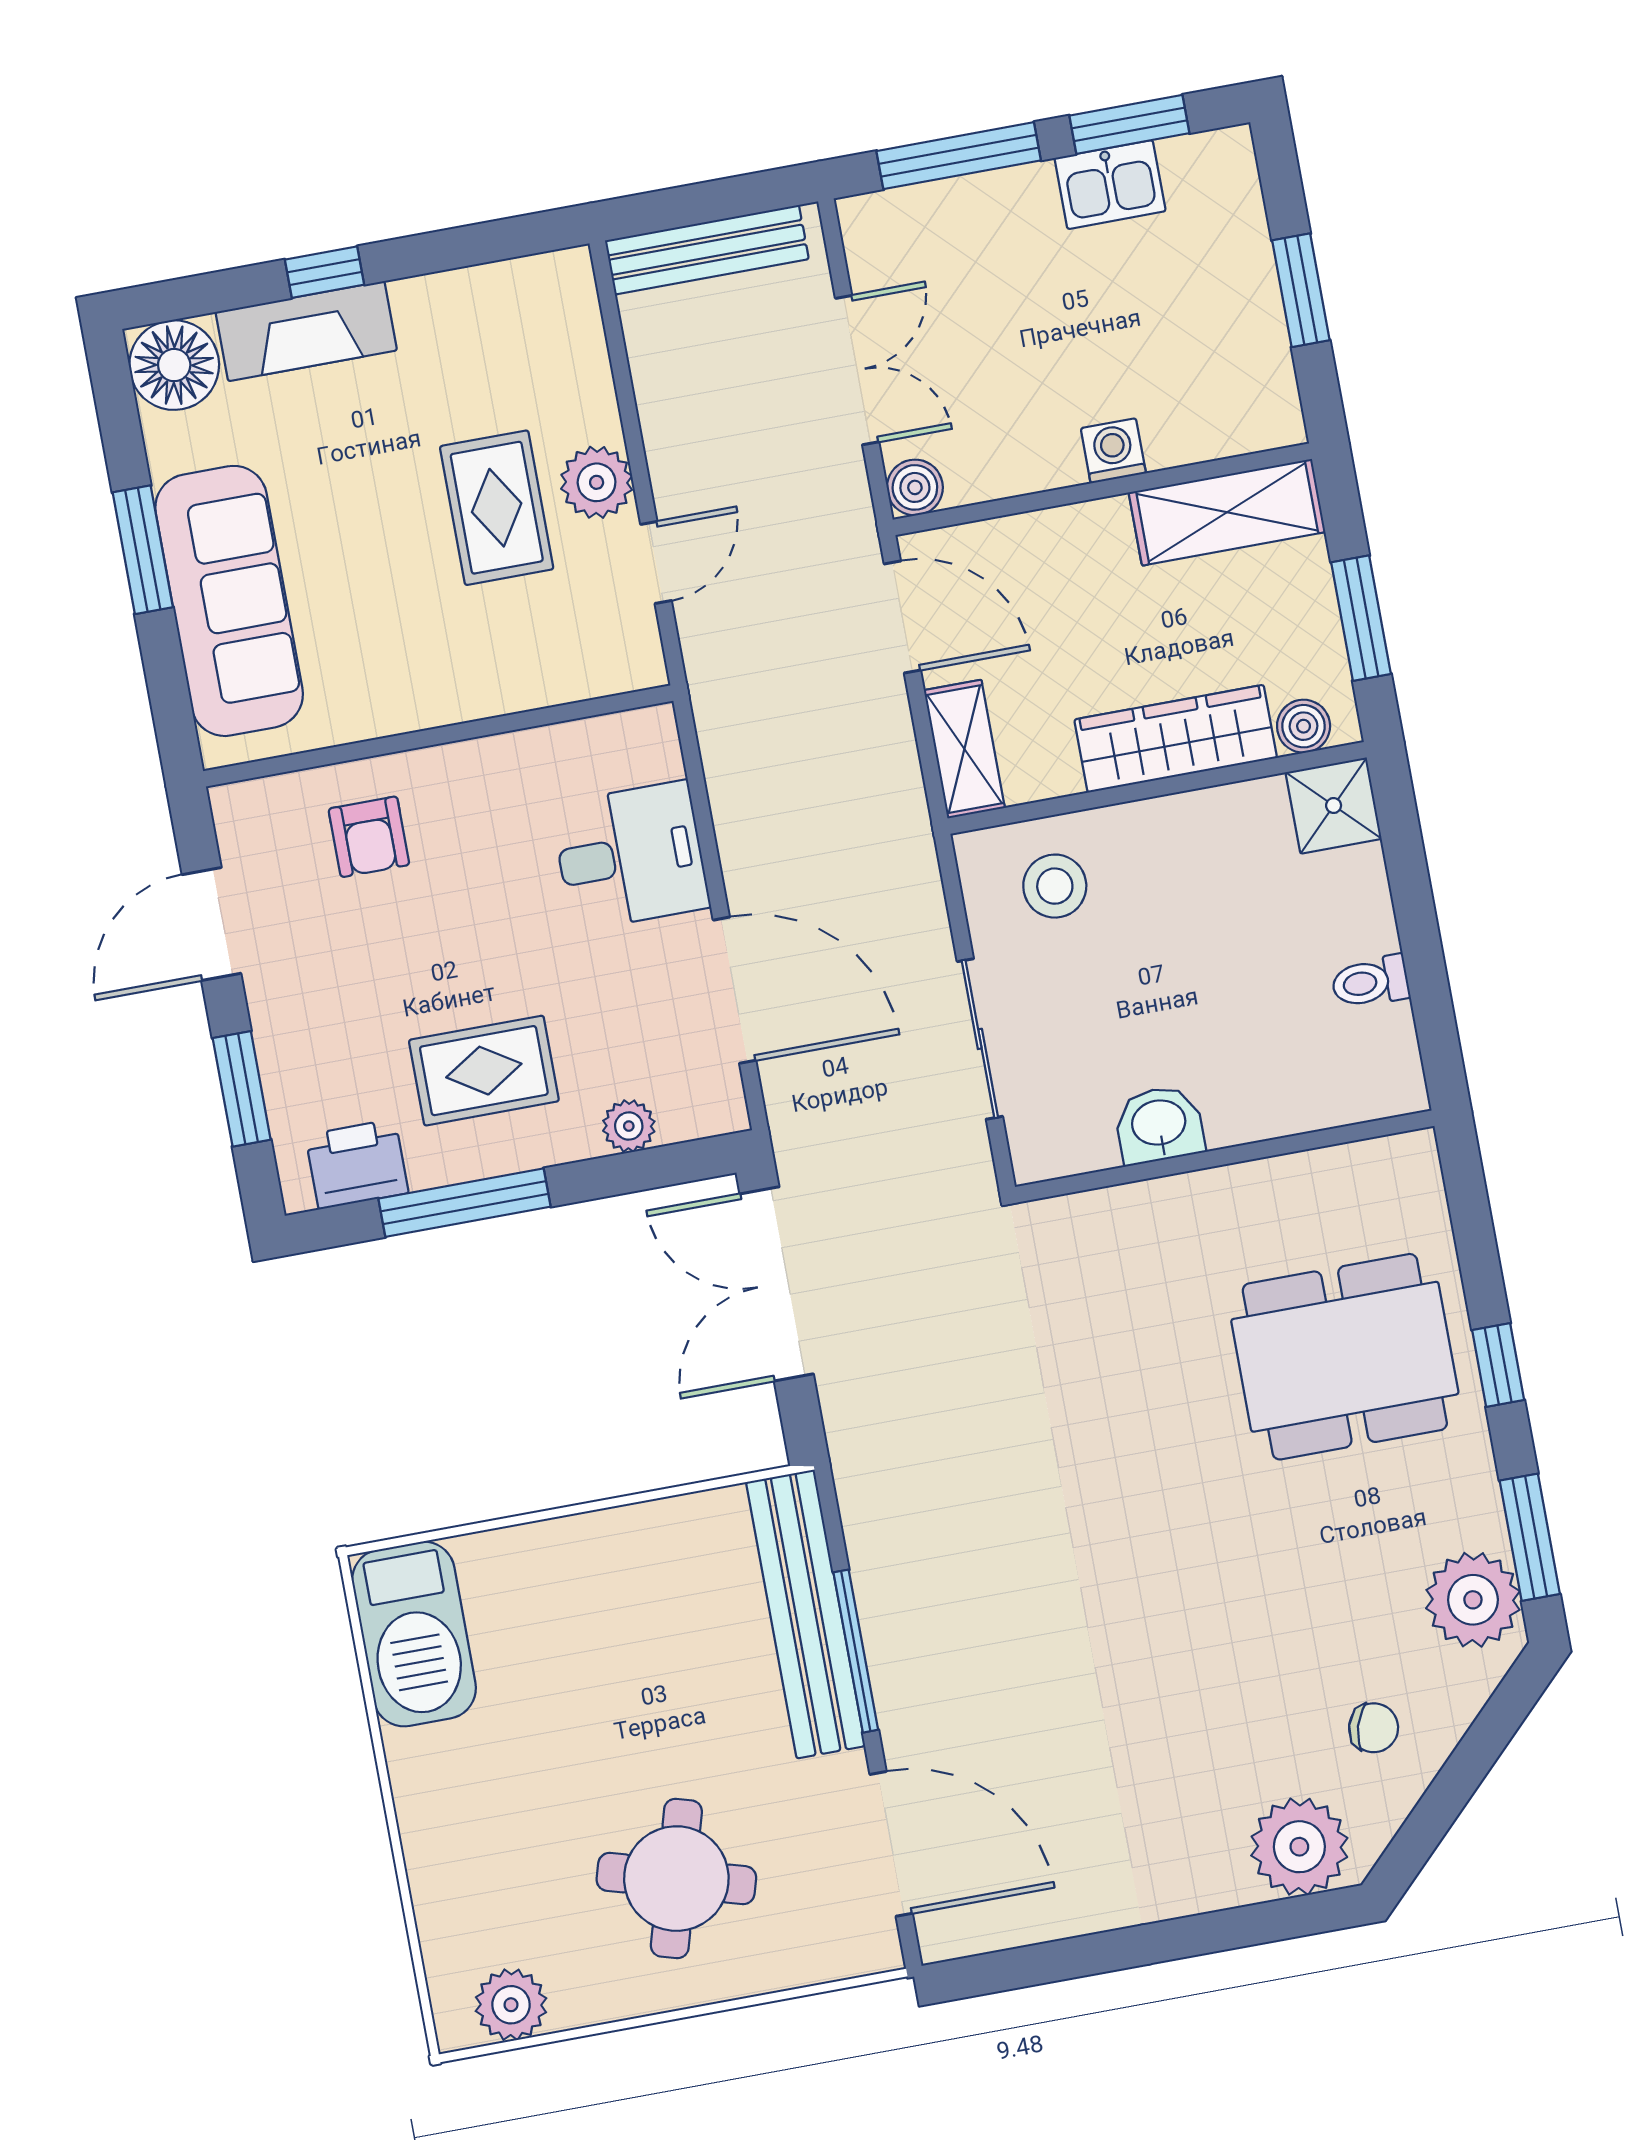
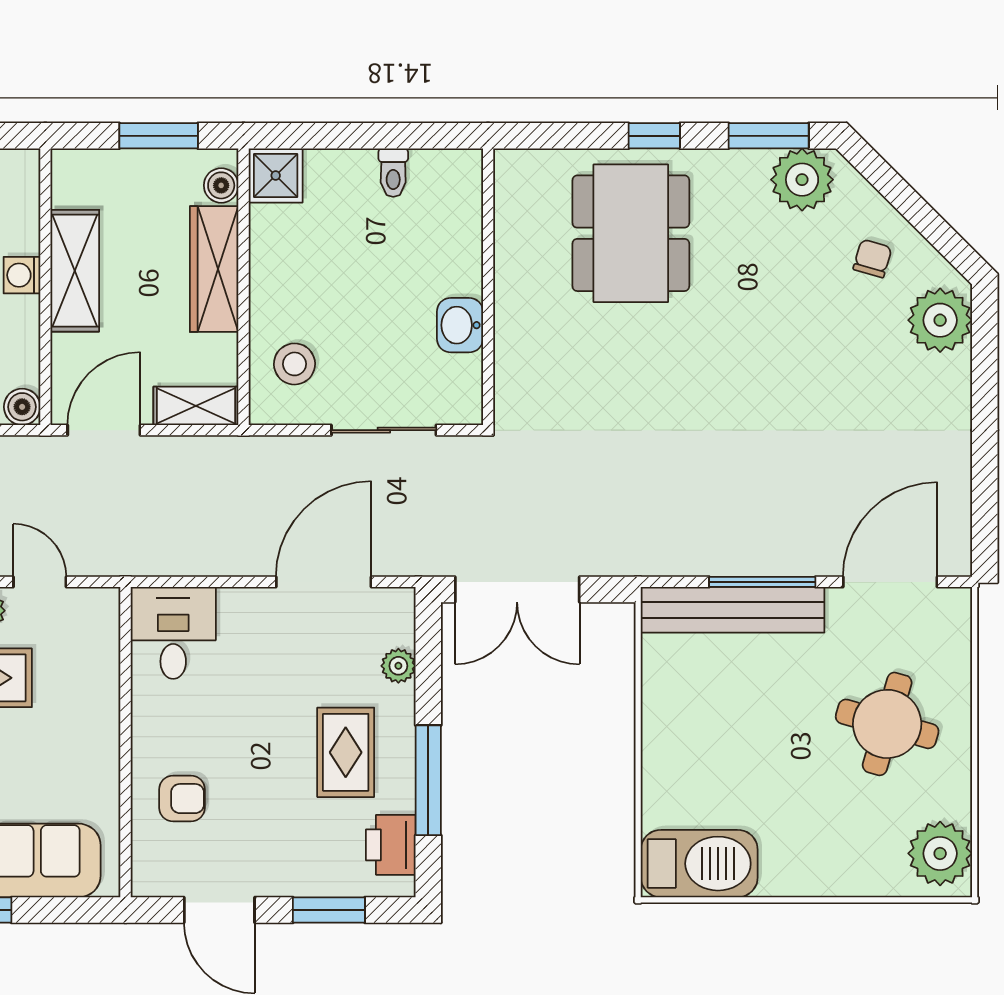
shelving: (1227, 512) -> (75, 271), moved
desk: (630, 856) -> (173, 633), moved
plant: (511, 2005) -> (940, 853), width x1.36, depth x1.36

